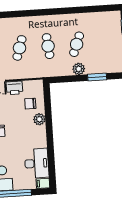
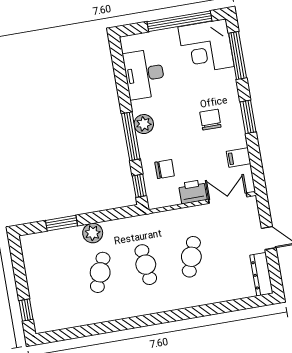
window: (47, 95) -> (139, 186), added
plant: (39, 119) -> (144, 124), moved
window: (49, 126) -> (131, 136), added
filing cabinet: (43, 183) -> (131, 43), removed

